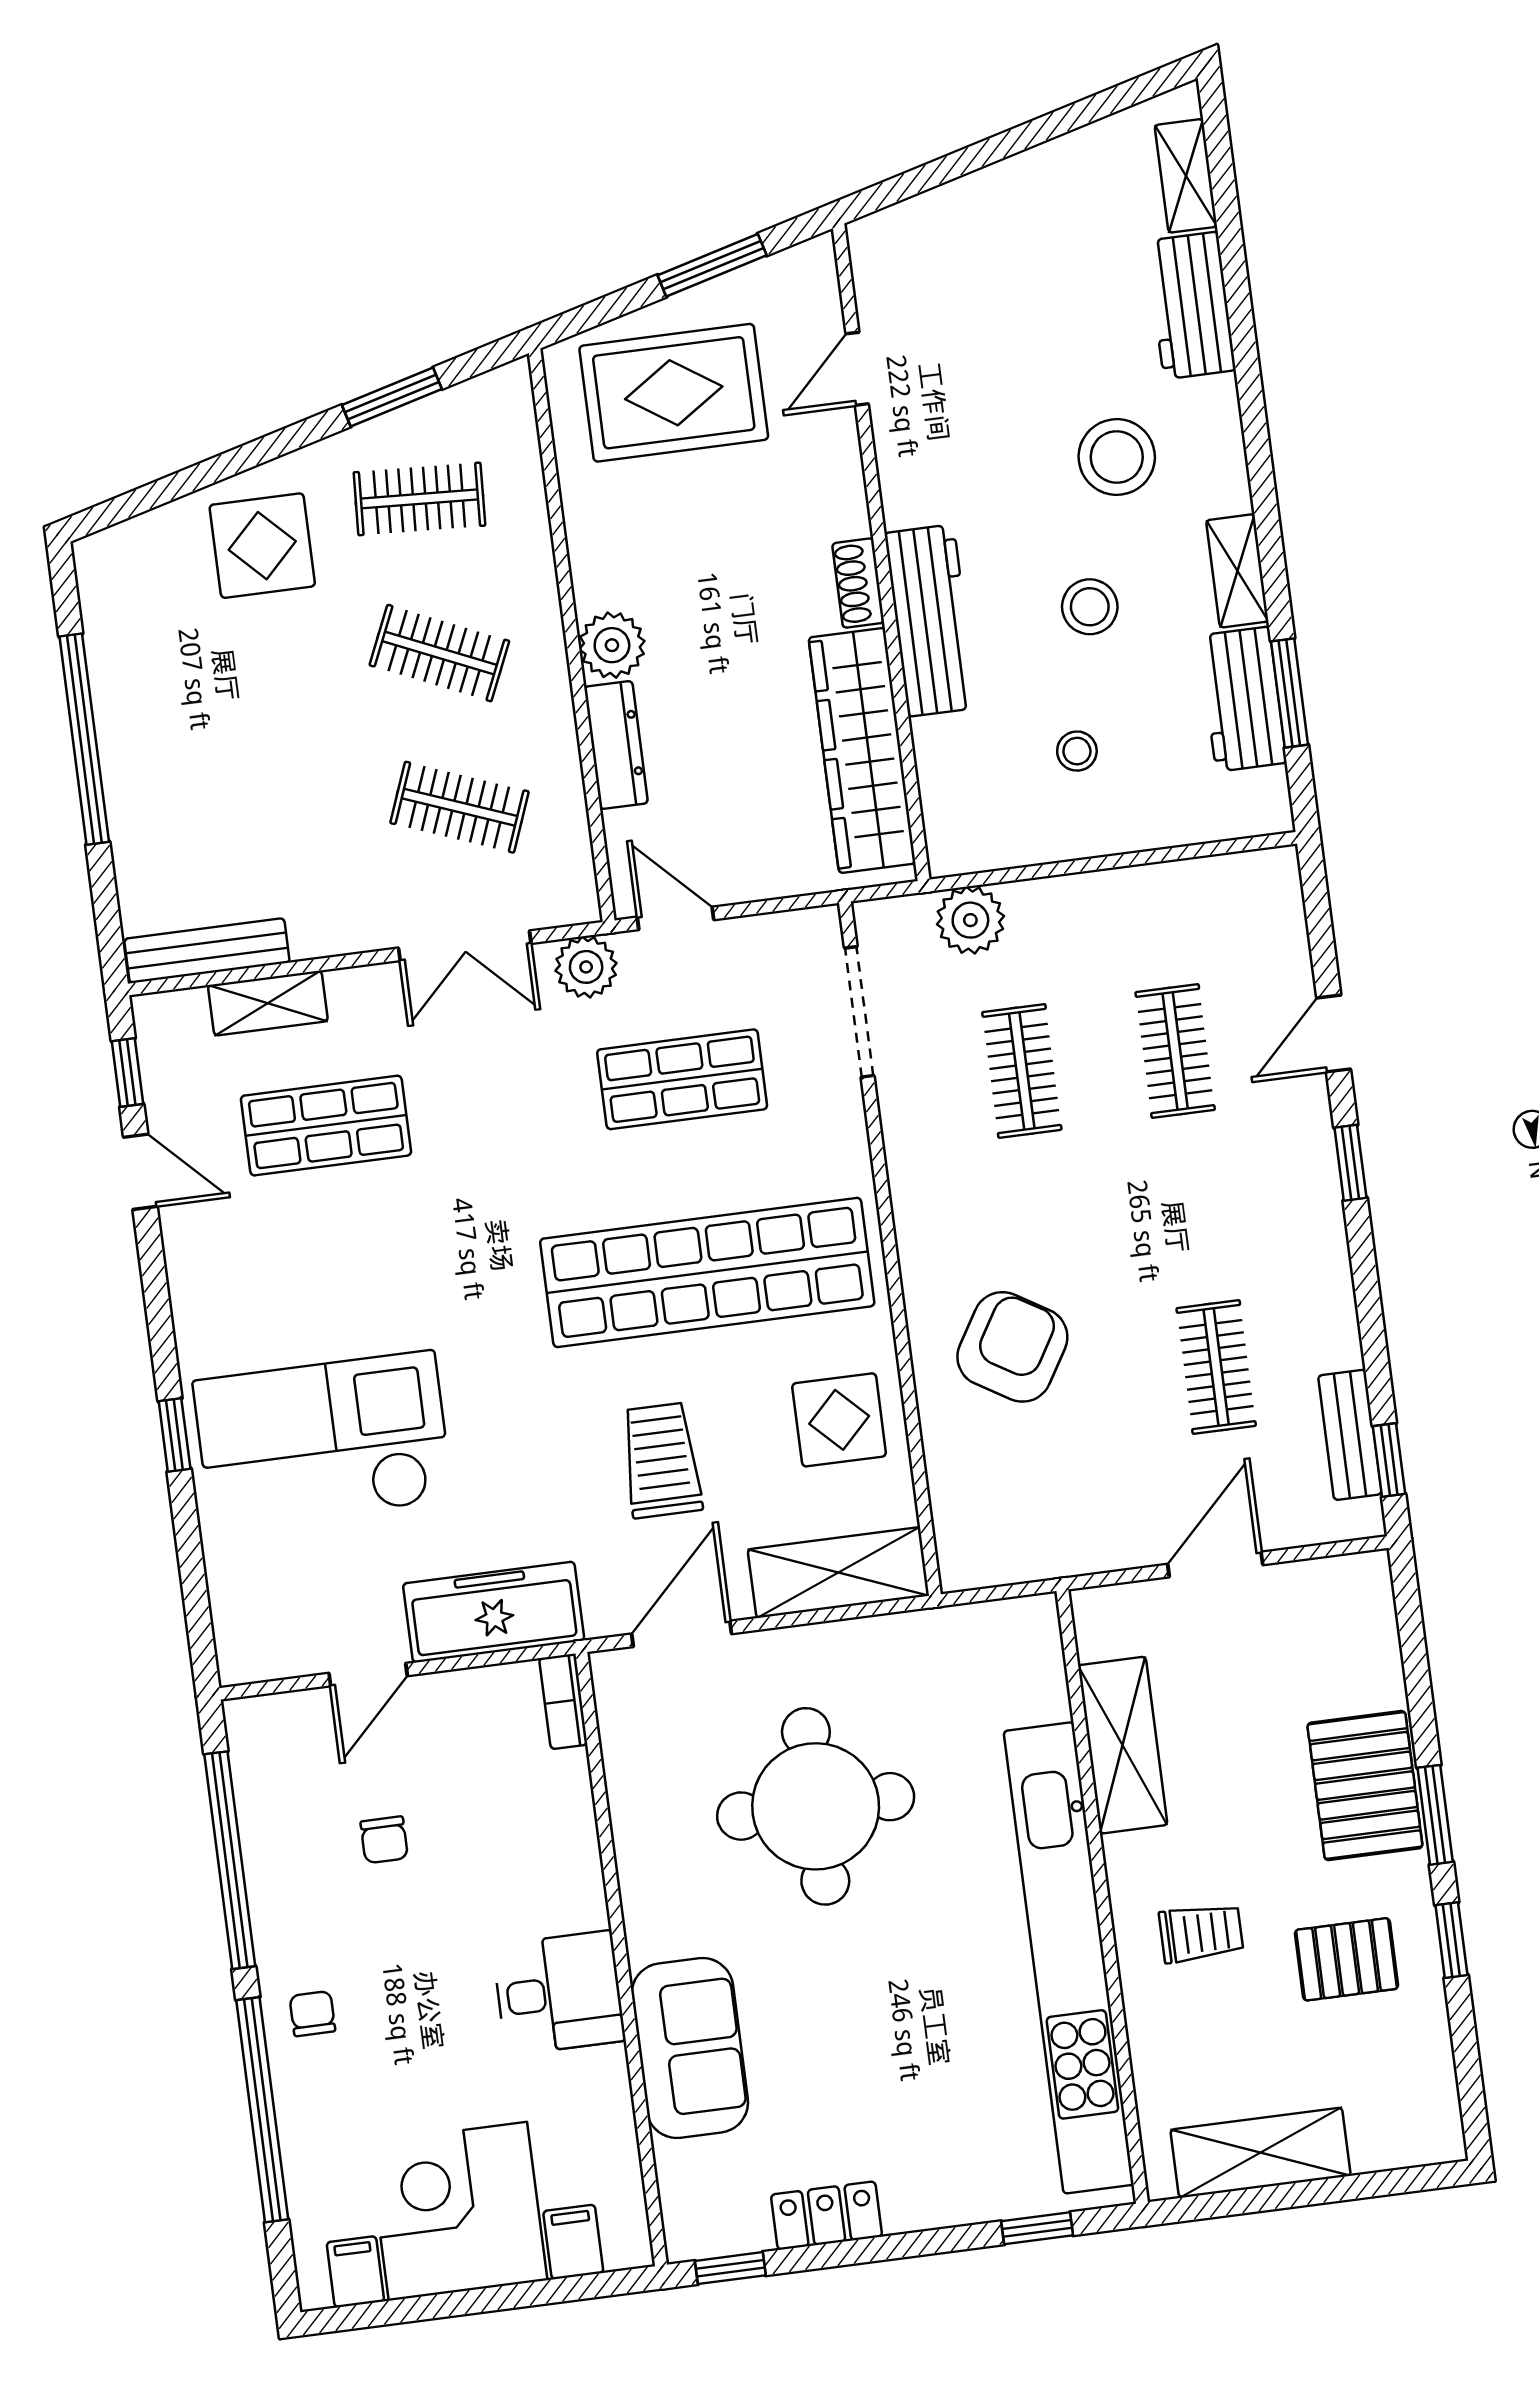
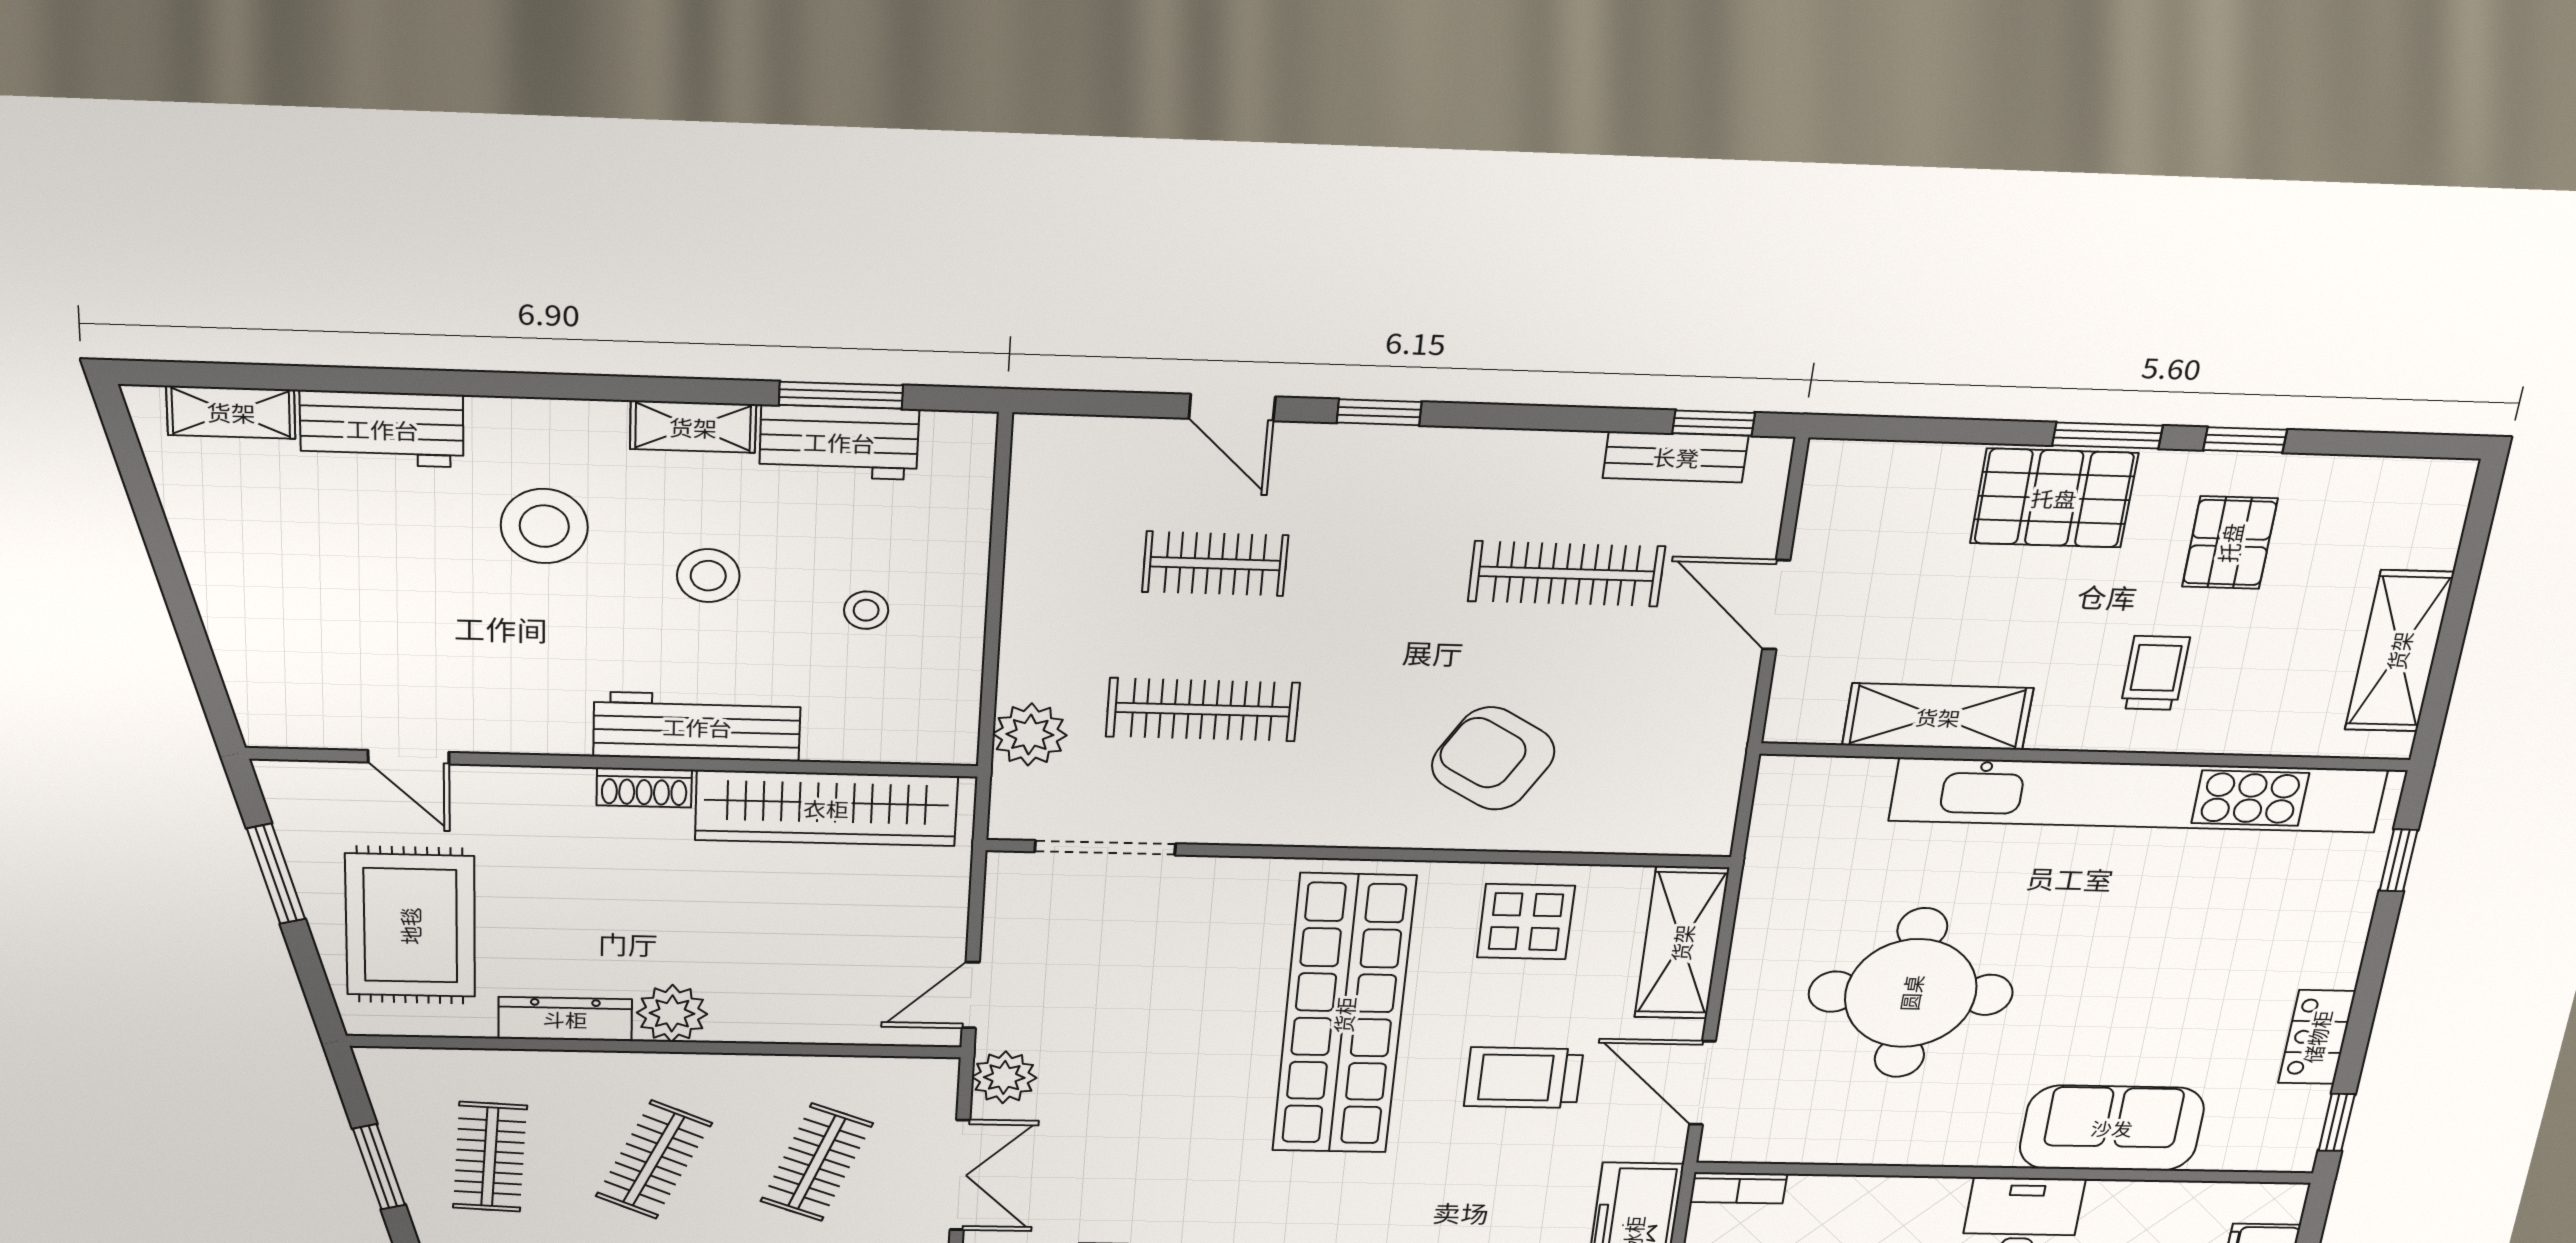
dresser: (616, 745) -> (565, 1019), moved
clothes rail: (1022, 1071) -> (1203, 710), width x1.36
shop shelf: (682, 1079) -> (1139, 1011), removed
clothes rail: (1216, 1367) -> (1566, 574), width x1.36

